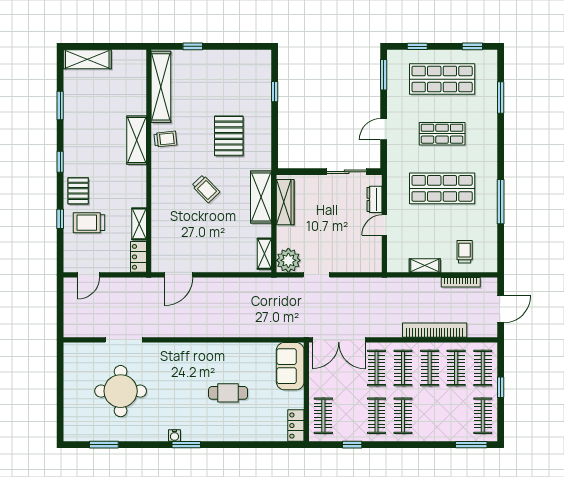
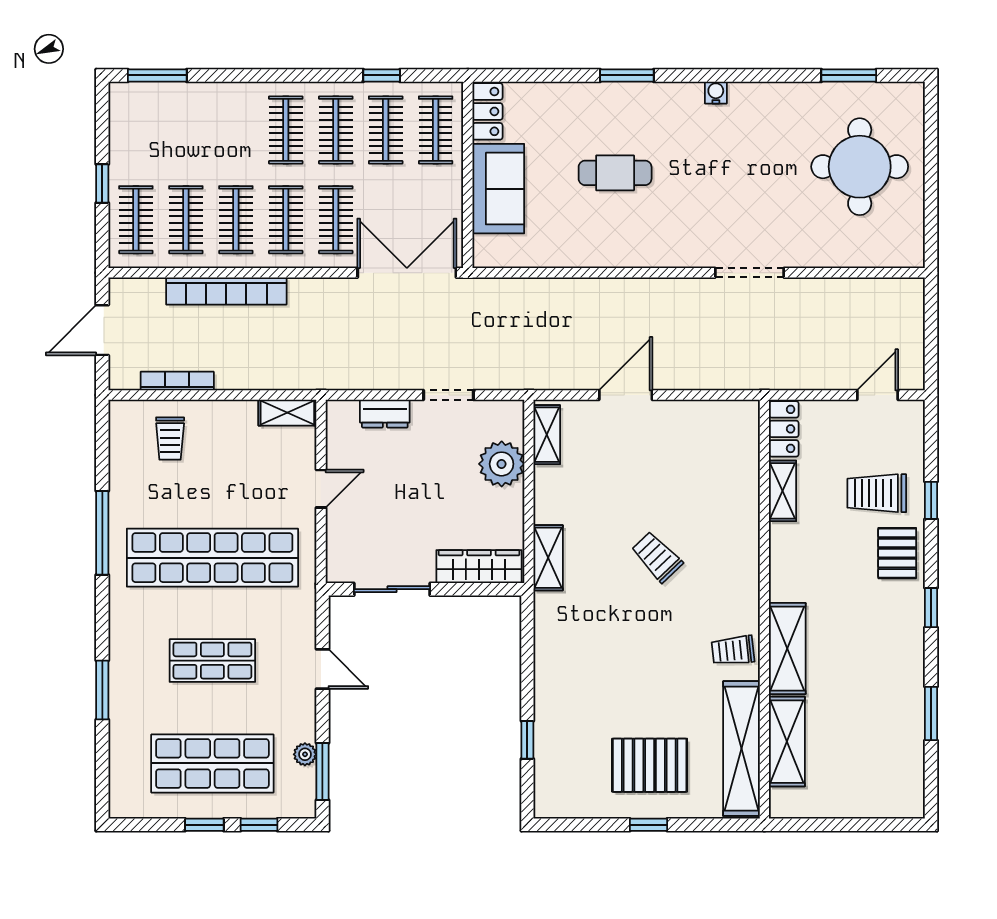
window: (193, 46) -> (649, 825), moved
window: (472, 46) -> (204, 825), moved
shelving: (87, 59) -> (787, 742), moved, turned 90
plant: (393, 84) -> (305, 754), added
window: (501, 97) -> (102, 690), moved
door: (384, 129) -> (322, 669), hinge flipped
pallet: (229, 136) -> (650, 765), moved, turned 90
shop shelf: (442, 188) -> (212, 558), width x1.40
shelving: (261, 197) -> (548, 558), width x0.67, depth x0.75
dresser: (374, 199) -> (385, 414), moved, turned 90
wardrobe: (285, 202) -> (479, 567), moved, turned 90
trolley: (89, 223) -> (877, 493), turned 180
plant: (288, 260) -> (502, 464), moved
shelving: (425, 265) -> (287, 413), moved
door: (179, 275) -> (626, 395), moved
doorway: (124, 340) -> (750, 273), moved
sofa: (290, 366) -> (498, 189), moved
round table: (121, 391) -> (860, 167), moved
clothes rail: (483, 416) -> (386, 130), moved
window: (186, 445) -> (627, 75), moved

